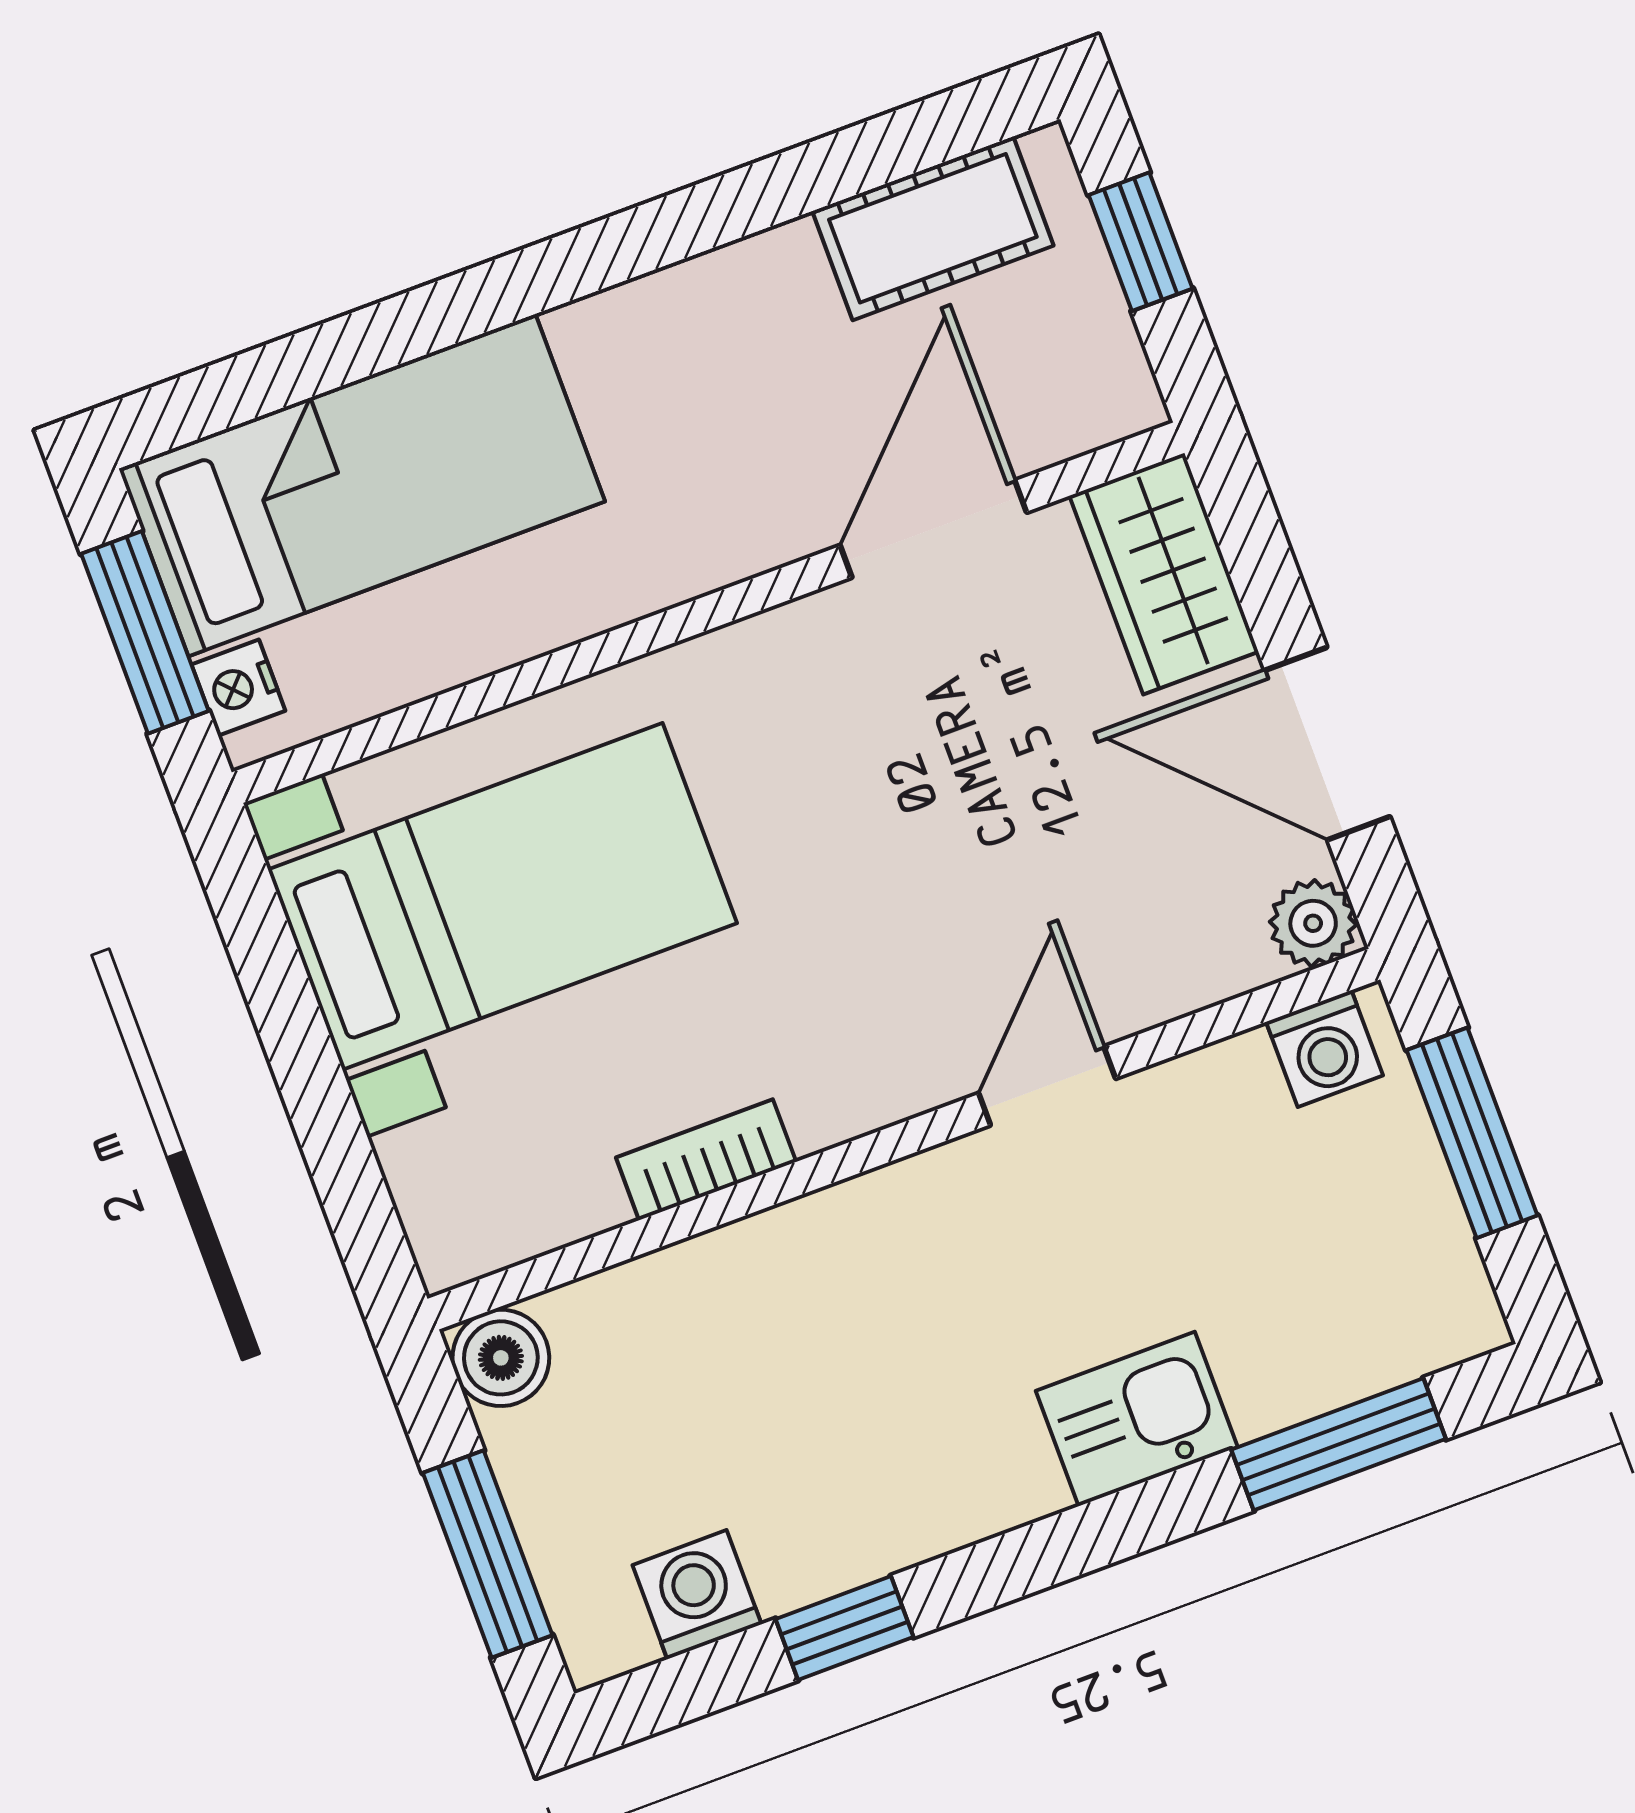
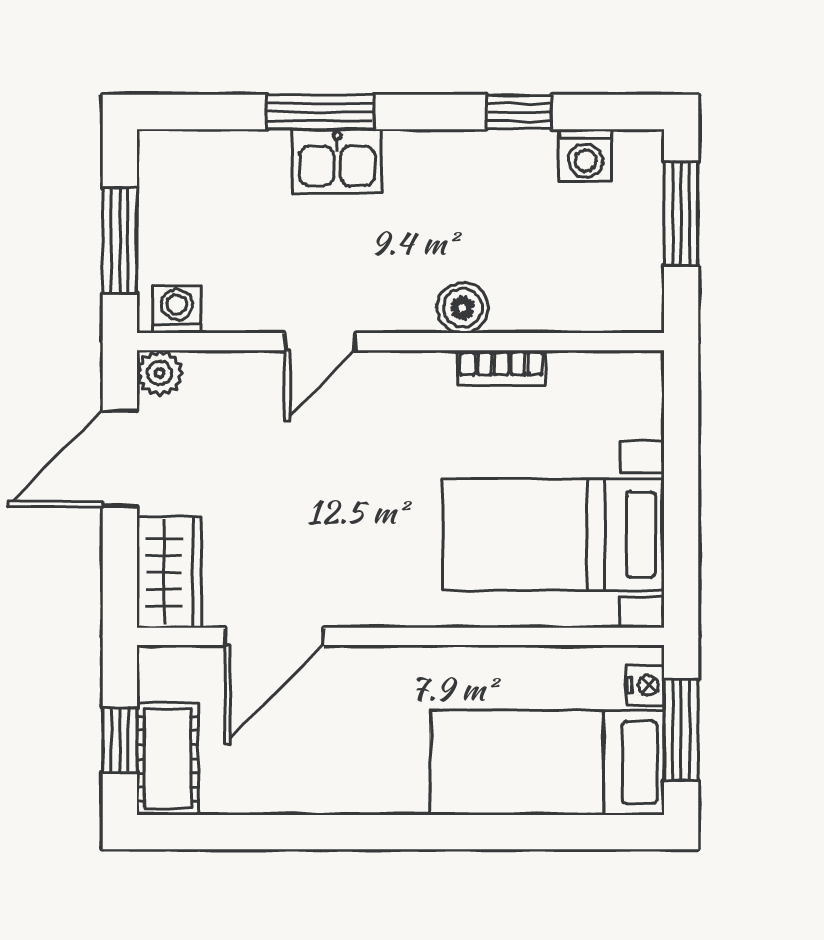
cot: (933, 228) -> (167, 759), moved, turned 90
door: (1327, 744) -> (120, 459), swing flipped
boiler: (501, 1358) -> (463, 308), moved
window: (1339, 1444) -> (320, 112), moved

